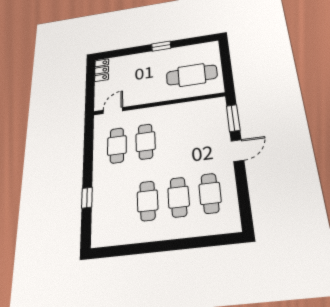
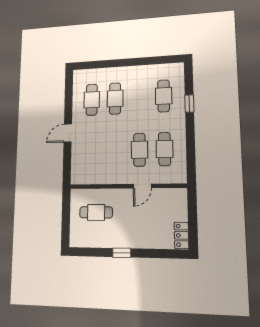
cafe table: (192, 75) -> (96, 212), width x0.73, depth x0.74
door: (113, 111) -> (142, 186), moved
window: (233, 118) -> (67, 163), removed
cafe table: (148, 201) -> (164, 96), moved

